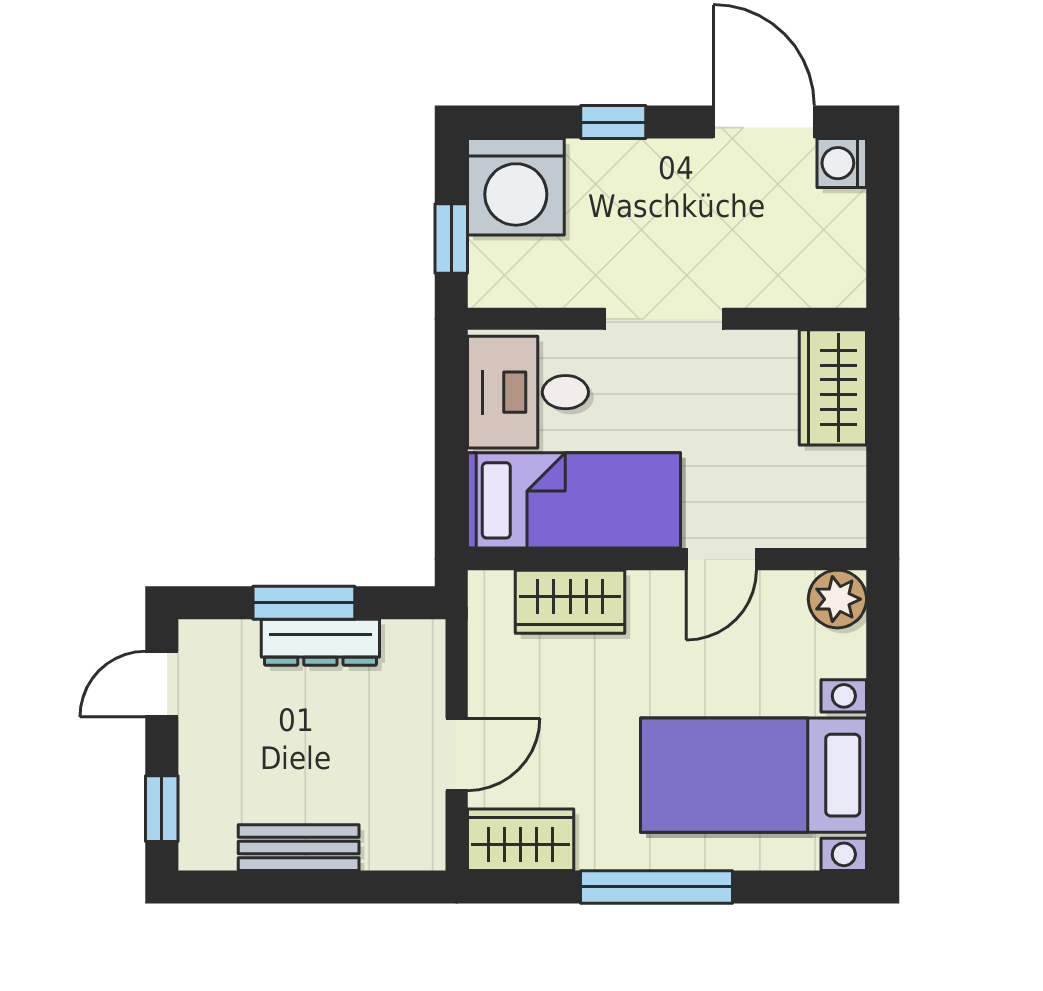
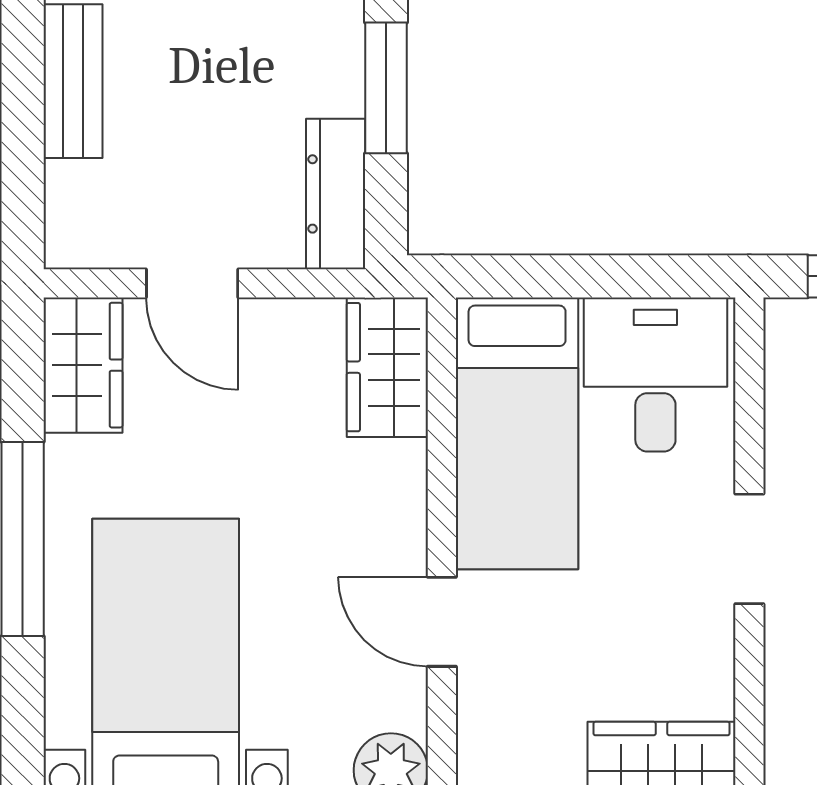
doorway: (664, 319) -> (749, 549), width x0.73
wardrobe: (570, 602) -> (387, 367), moved
dresser: (320, 642) -> (336, 194), moved

